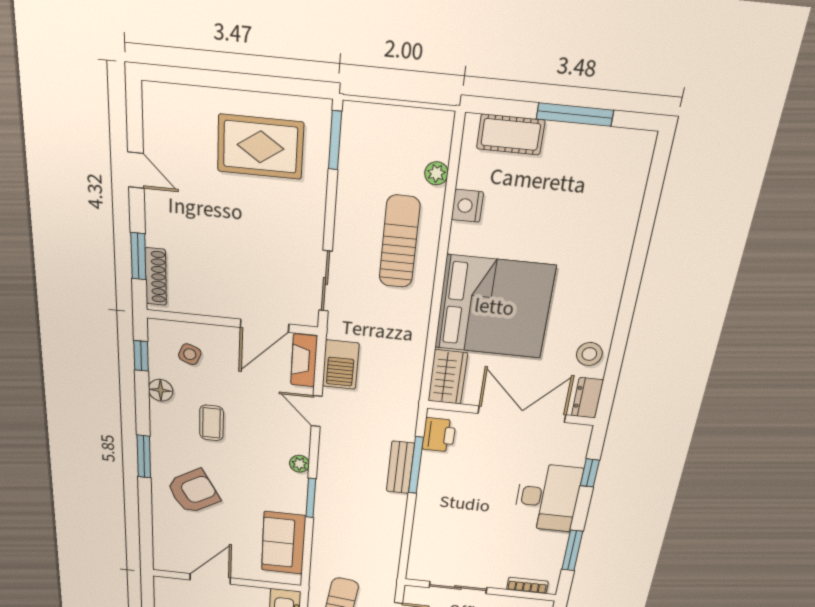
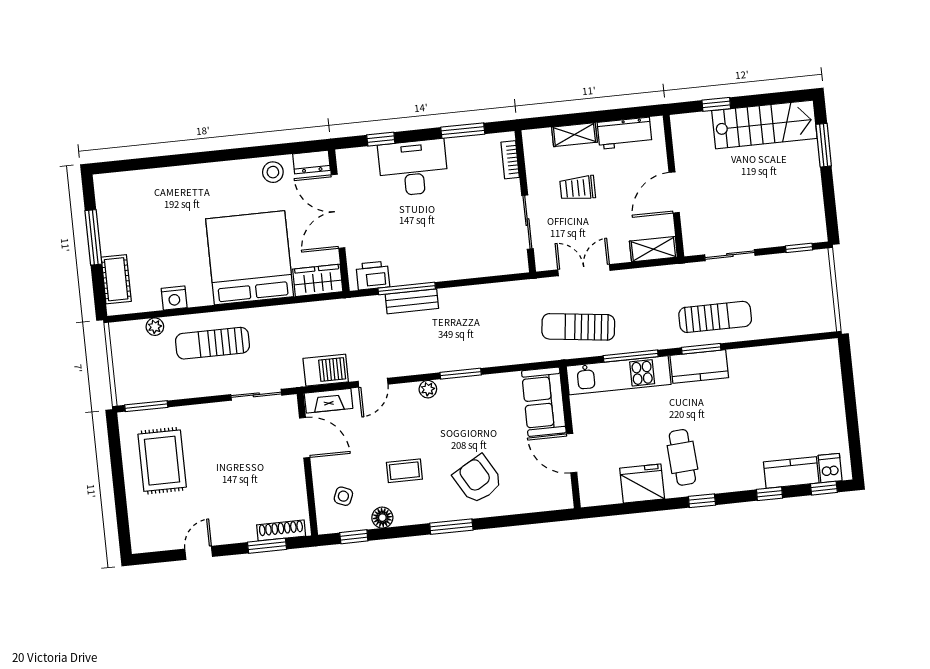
sofa: (283, 543) -> (544, 402), moved, turned 90

